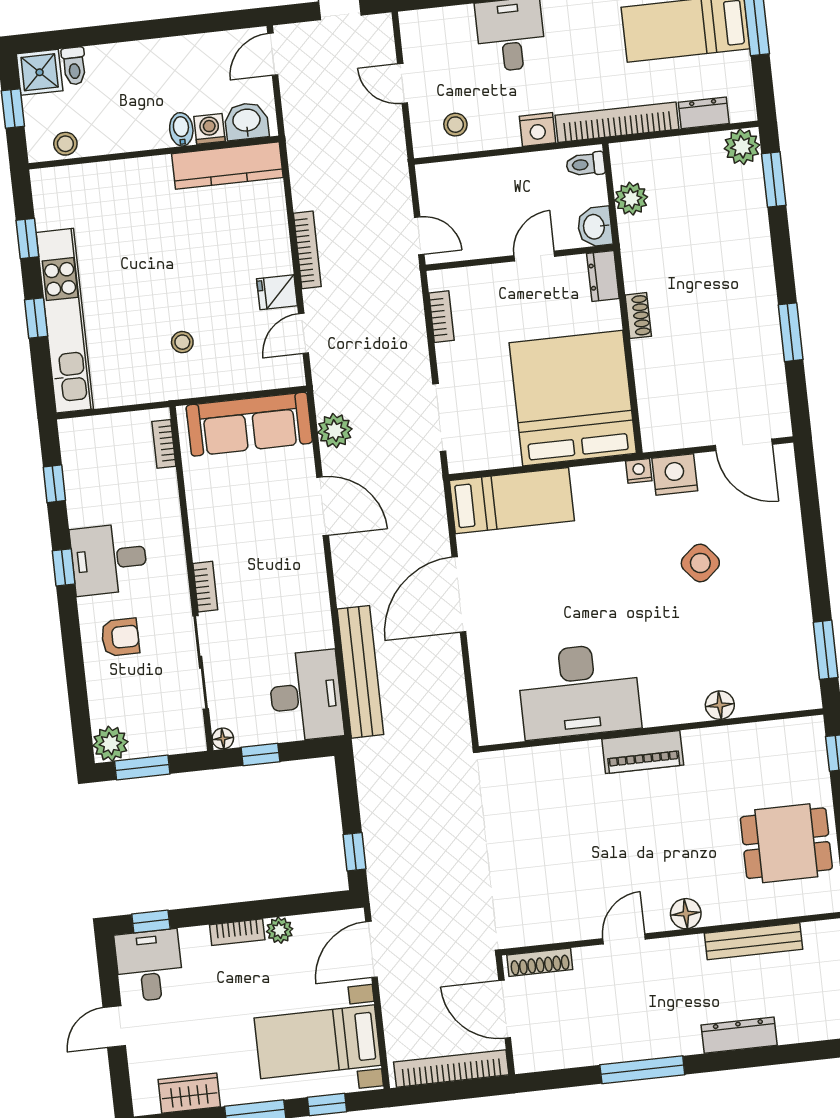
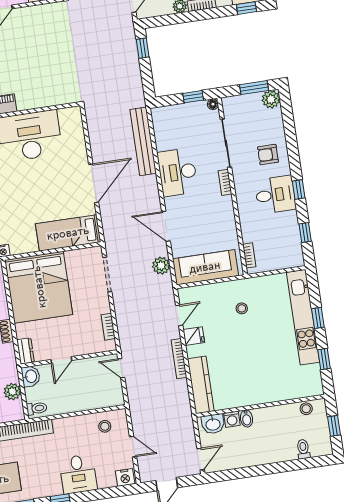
shower: (40, 72) -> (321, 445), removed
nightstand: (537, 129) -> (125, 477), moved, turned 180
kitchen counter: (227, 166) -> (201, 385), moved, turned 90
desk: (306, 696) -> (177, 172), moved

